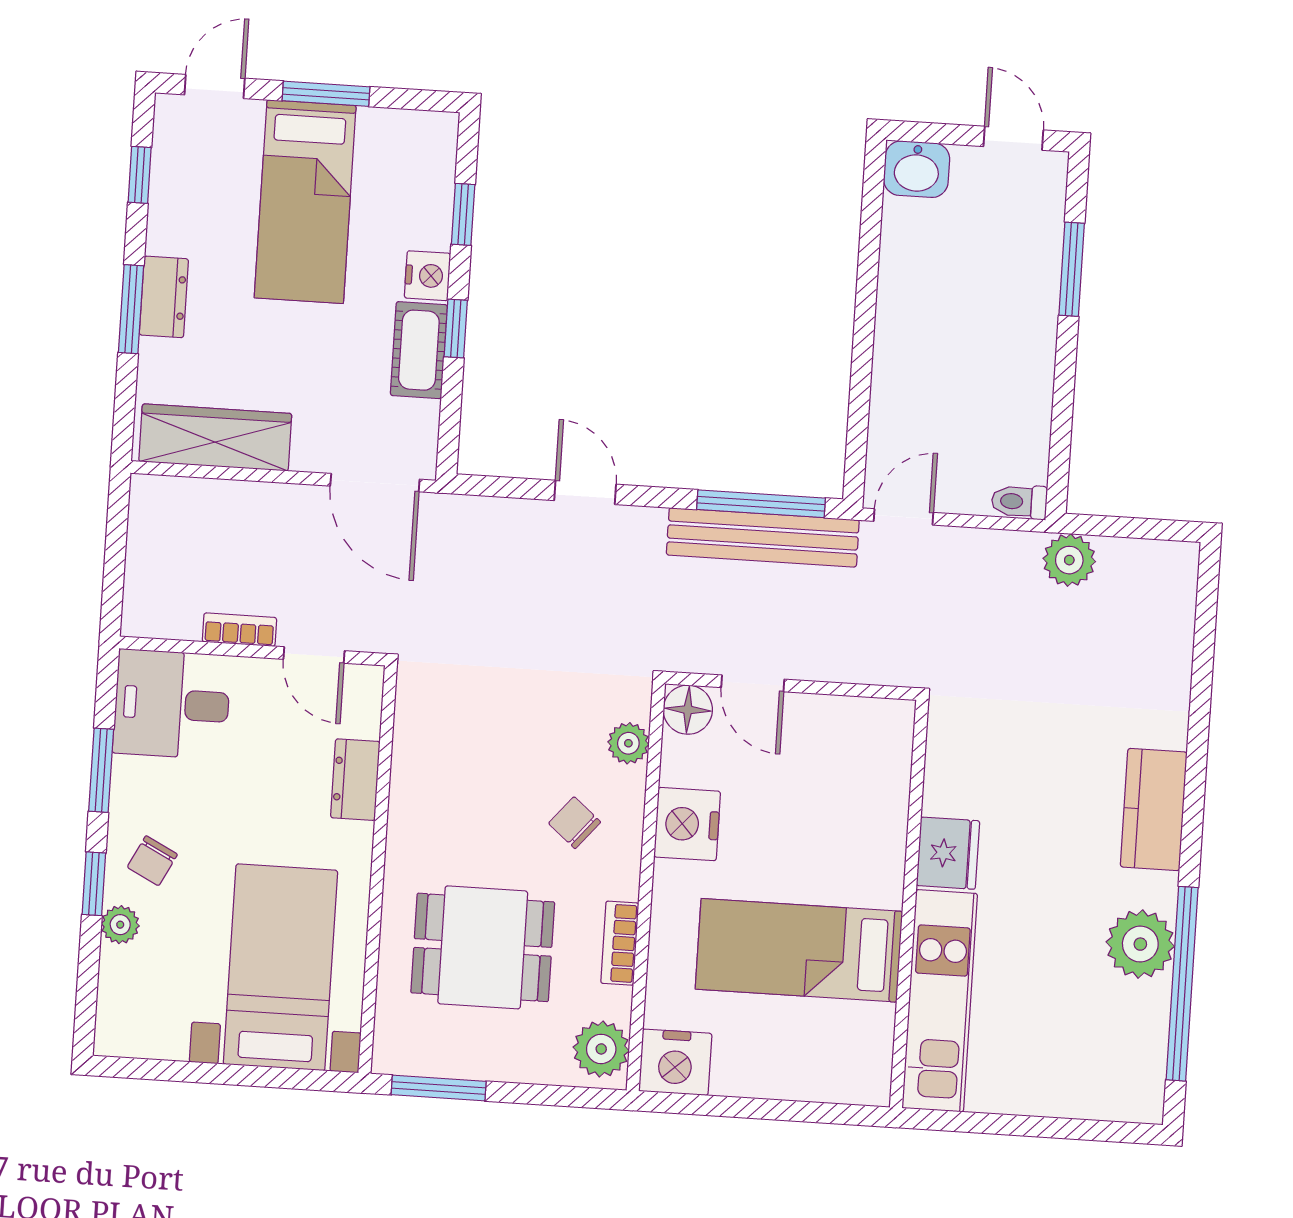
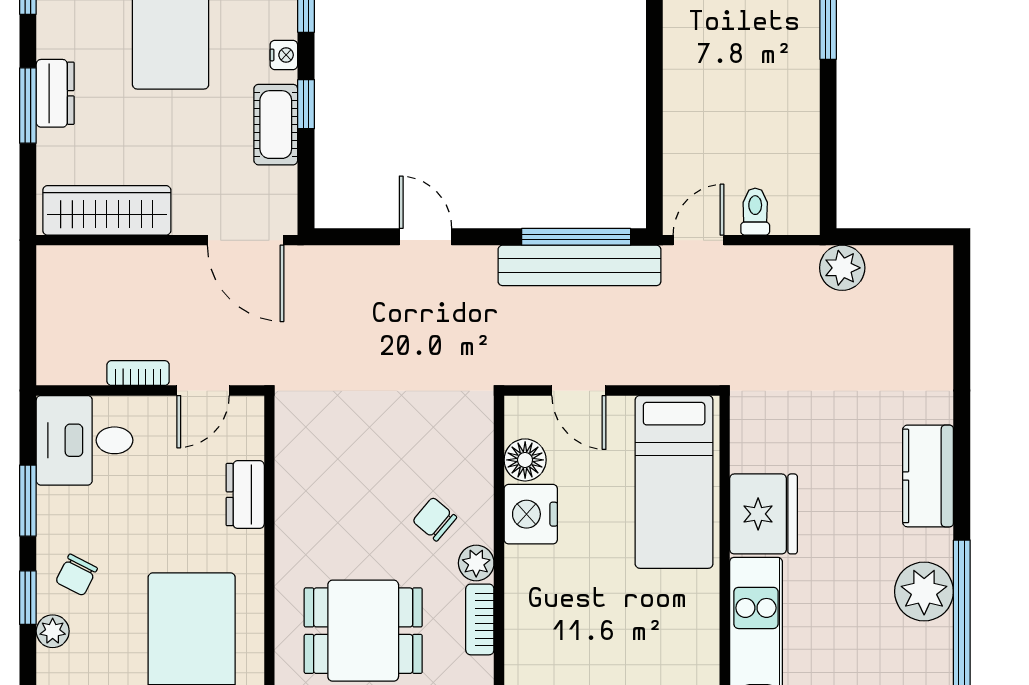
nightstand: (428, 276) -> (284, 55), width x0.72, depth x0.74
toilet: (1019, 502) -> (755, 212), moved, turned 90
door: (314, 655) -> (203, 391), hinge flipped
floor lamp: (688, 710) -> (525, 460), moved
plant: (628, 743) -> (476, 563), moved
fridge: (948, 853) -> (763, 514), width x1.36, depth x1.34
bed: (799, 950) -> (674, 482), moved, turned -90

